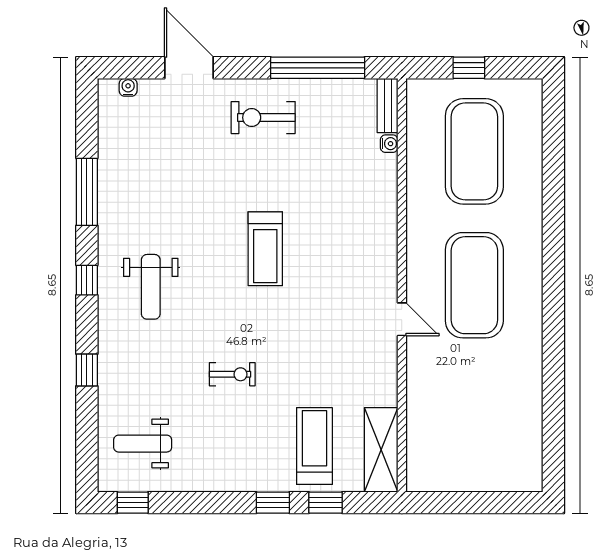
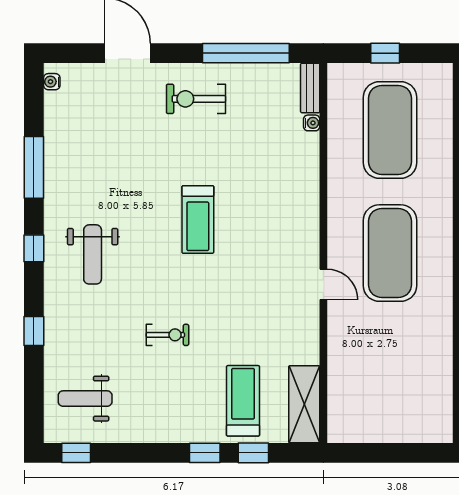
water cooler: (128, 87) -> (52, 82), moved, turned -90

